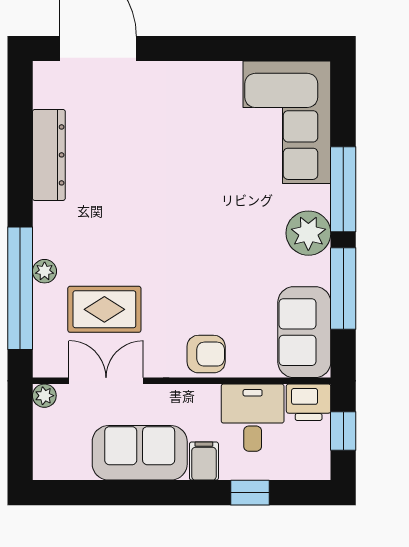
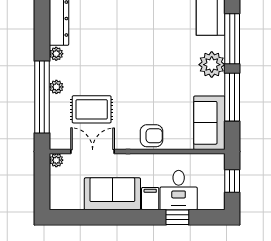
plant: (44, 215) -> (56, 54), added
printer: (309, 402) -> (212, 164), removed
desk: (253, 418) -> (179, 190), moved, turned 180

